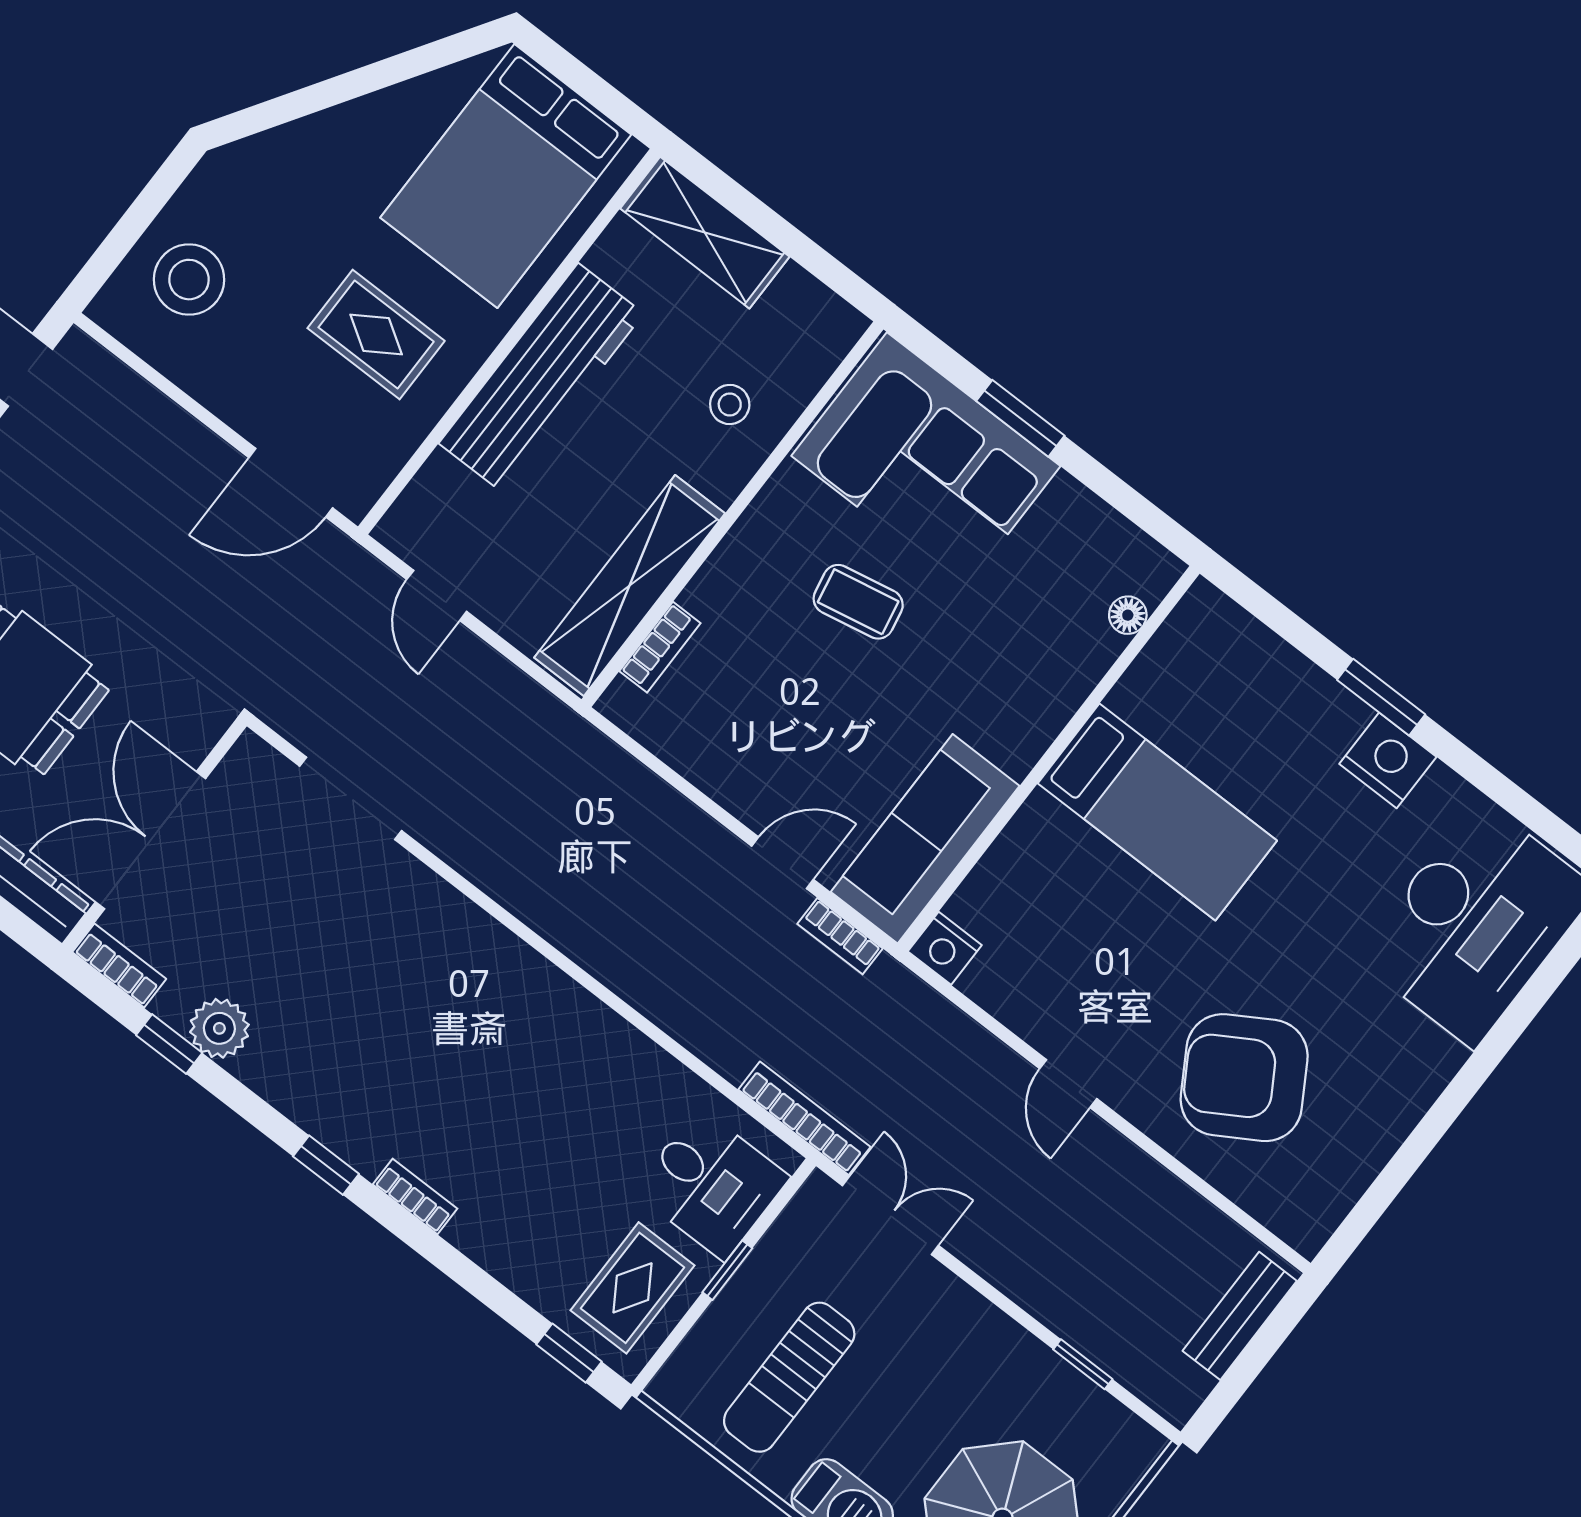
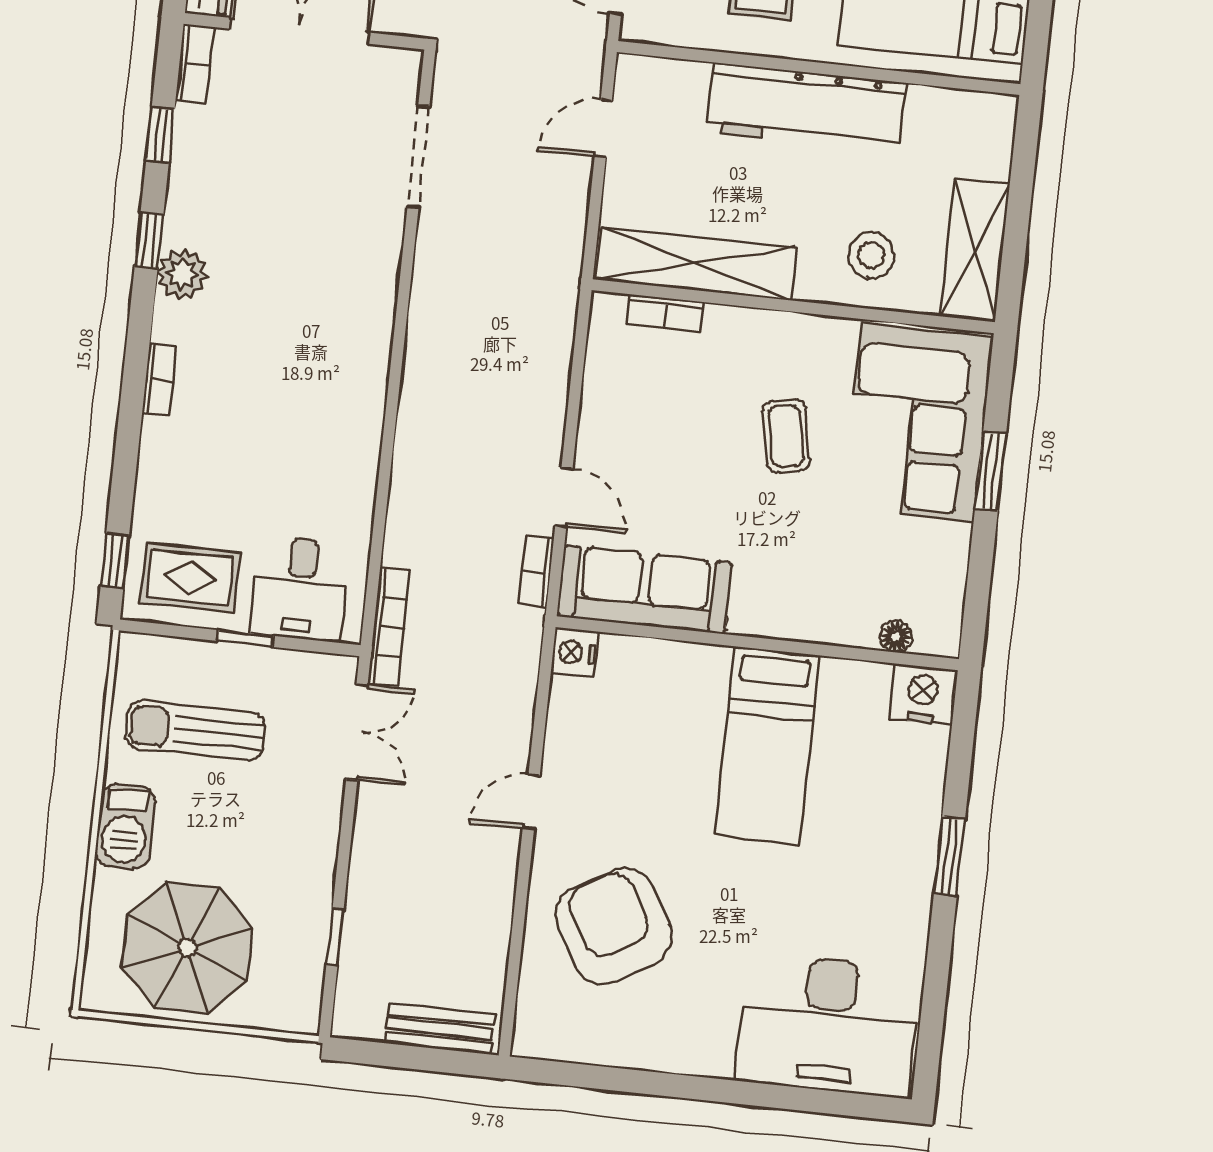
shelving: (705, 233) -> (975, 250), moved
stool: (730, 404) -> (871, 255), width x1.37, depth x1.37
nightstand: (1388, 760) -> (923, 694), moved, turned -90
plant: (219, 1028) -> (182, 274), moved
window: (326, 1165) -> (149, 241), moved

